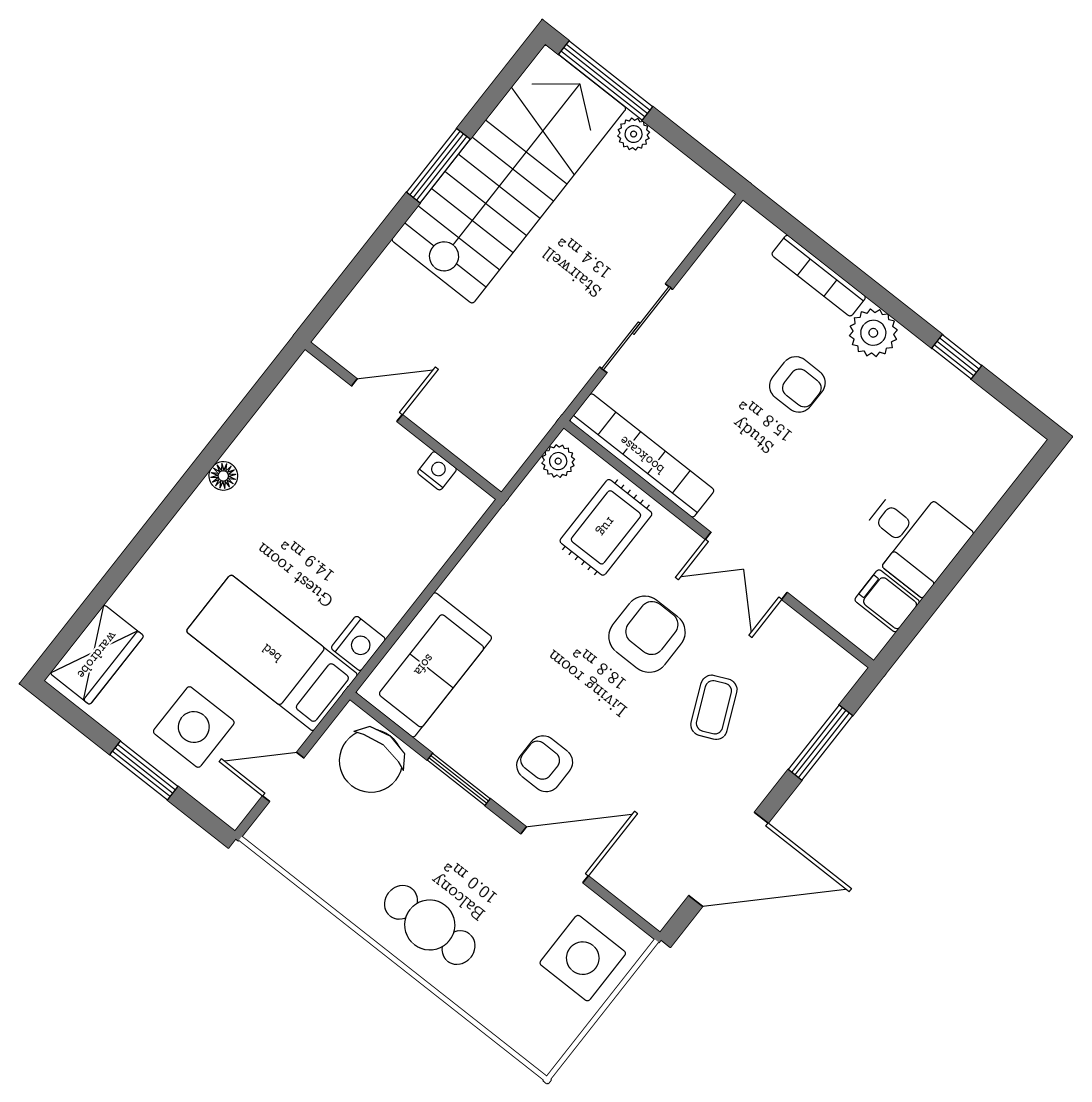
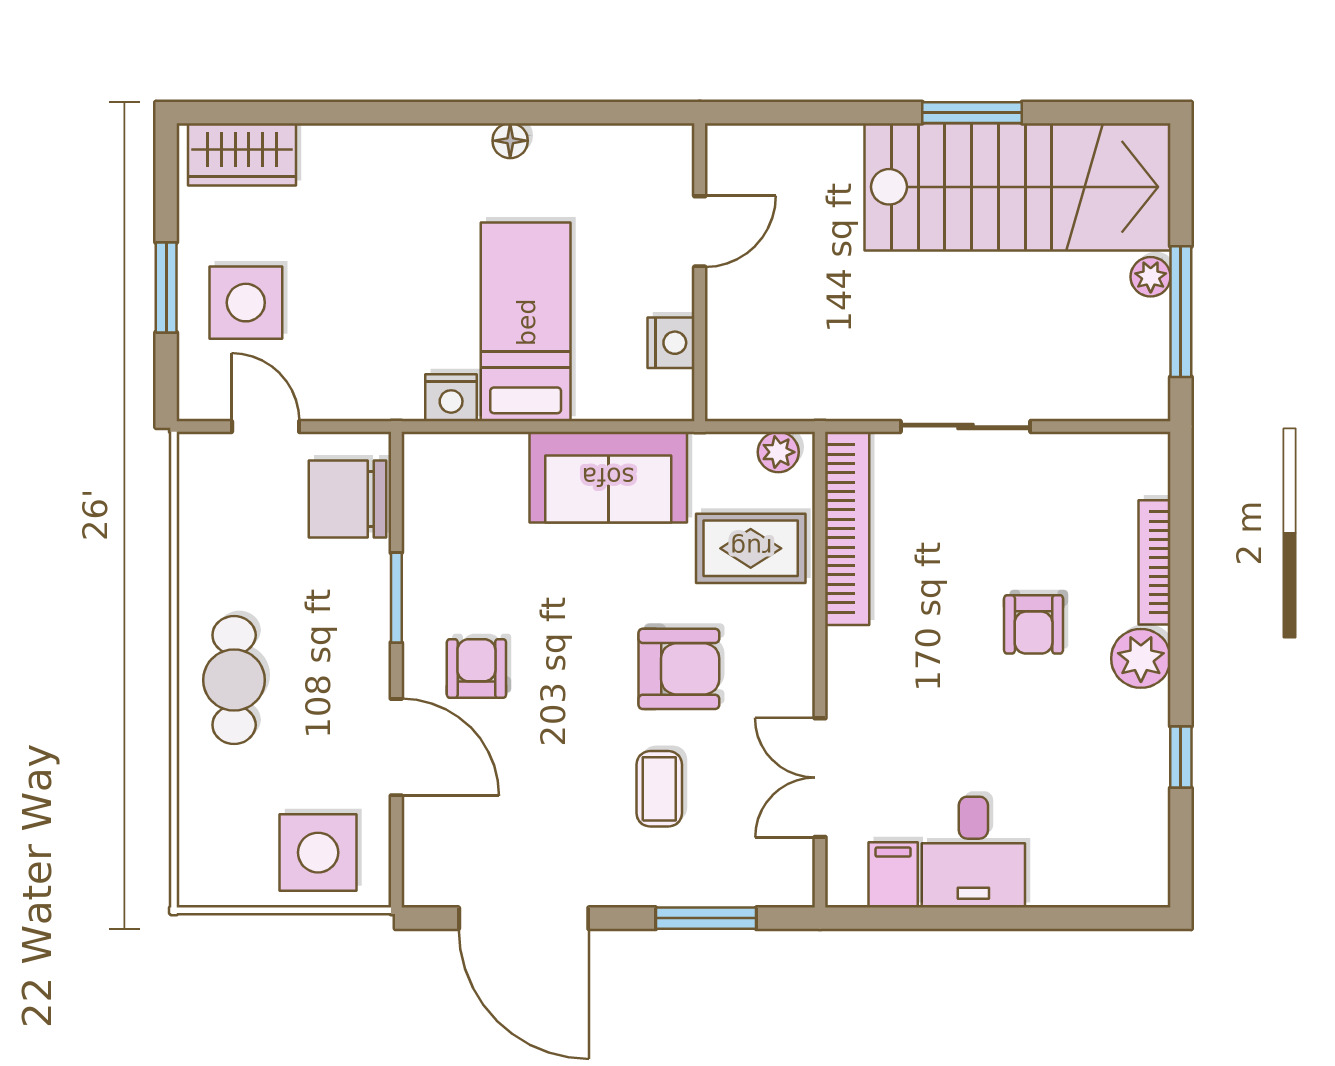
window: (606, 81) -> (1181, 312), moved
door: (377, 400) -> (700, 231), hinge flipped
nightstand: (437, 471) -> (671, 343), width x1.39, depth x1.35
double door: (746, 566) -> (820, 778), moved
bed: (272, 653) -> (526, 322), moved
sofa: (424, 665) -> (608, 477), moved
coffee table: (714, 707) -> (659, 789), turned -66

